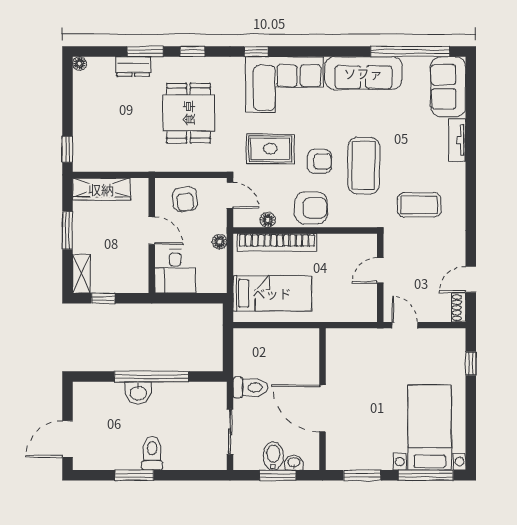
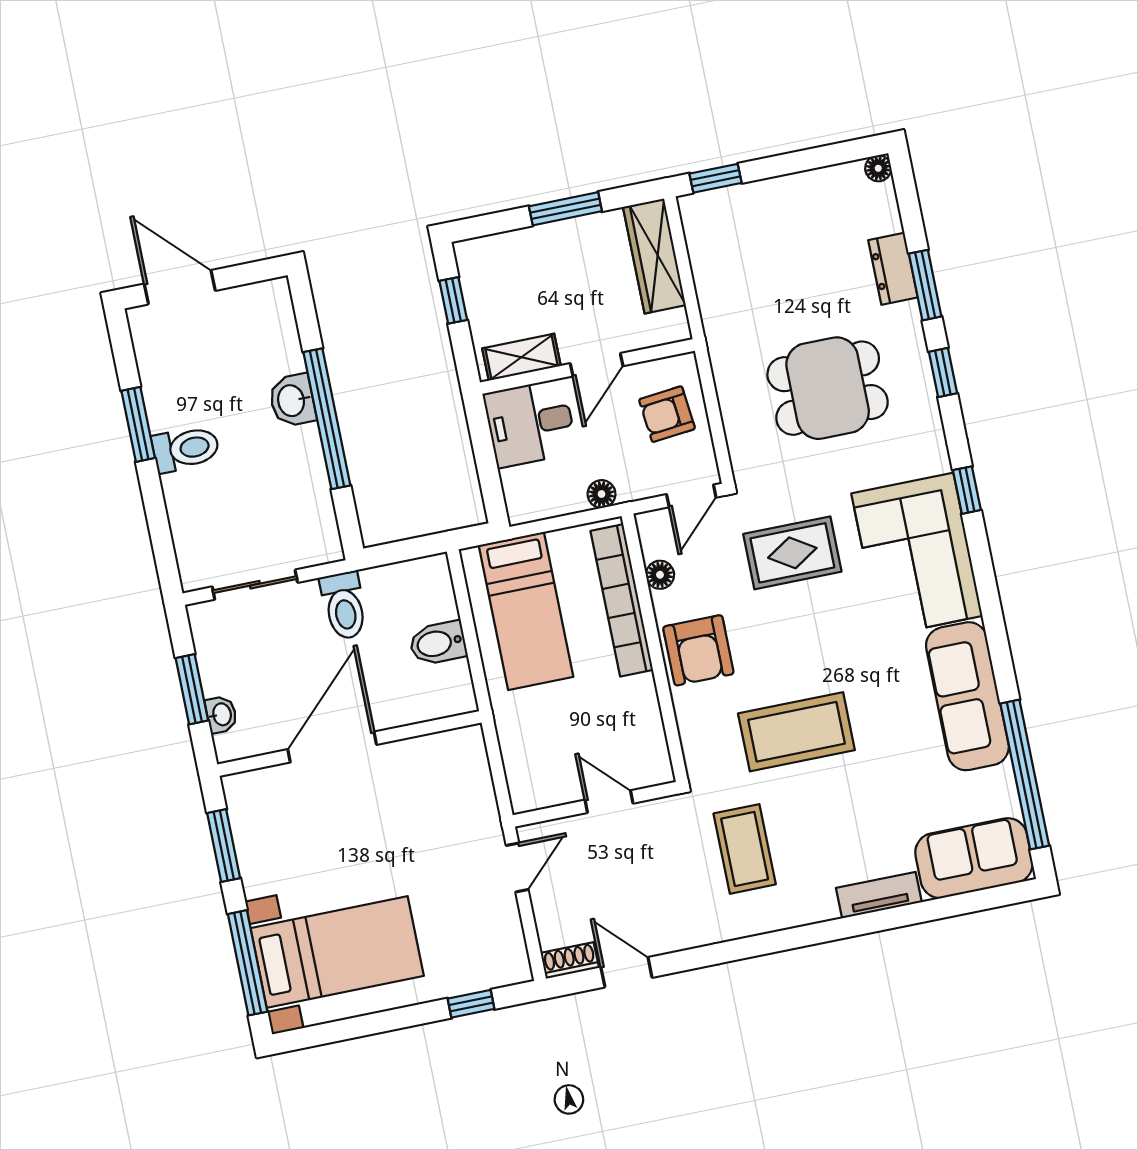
rug: (270, 149) -> (792, 553), turned 90
armchair: (319, 161) -> (787, 648), removed
shelving: (81, 274) -> (522, 357), moved
bidet: (273, 456) -> (438, 643), moved, turned 180

